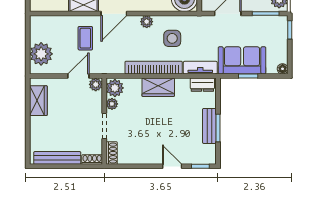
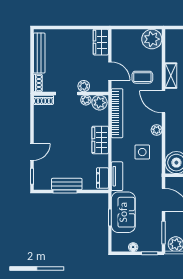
plant: (41, 54) -> (152, 39), moved
bookcase: (154, 68) -> (117, 113), moved
floor lamp: (283, 69) -> (133, 247), moved
plant: (96, 84) -> (84, 86), moved
wardrobe: (38, 101) -> (101, 42), moved, turned 90

